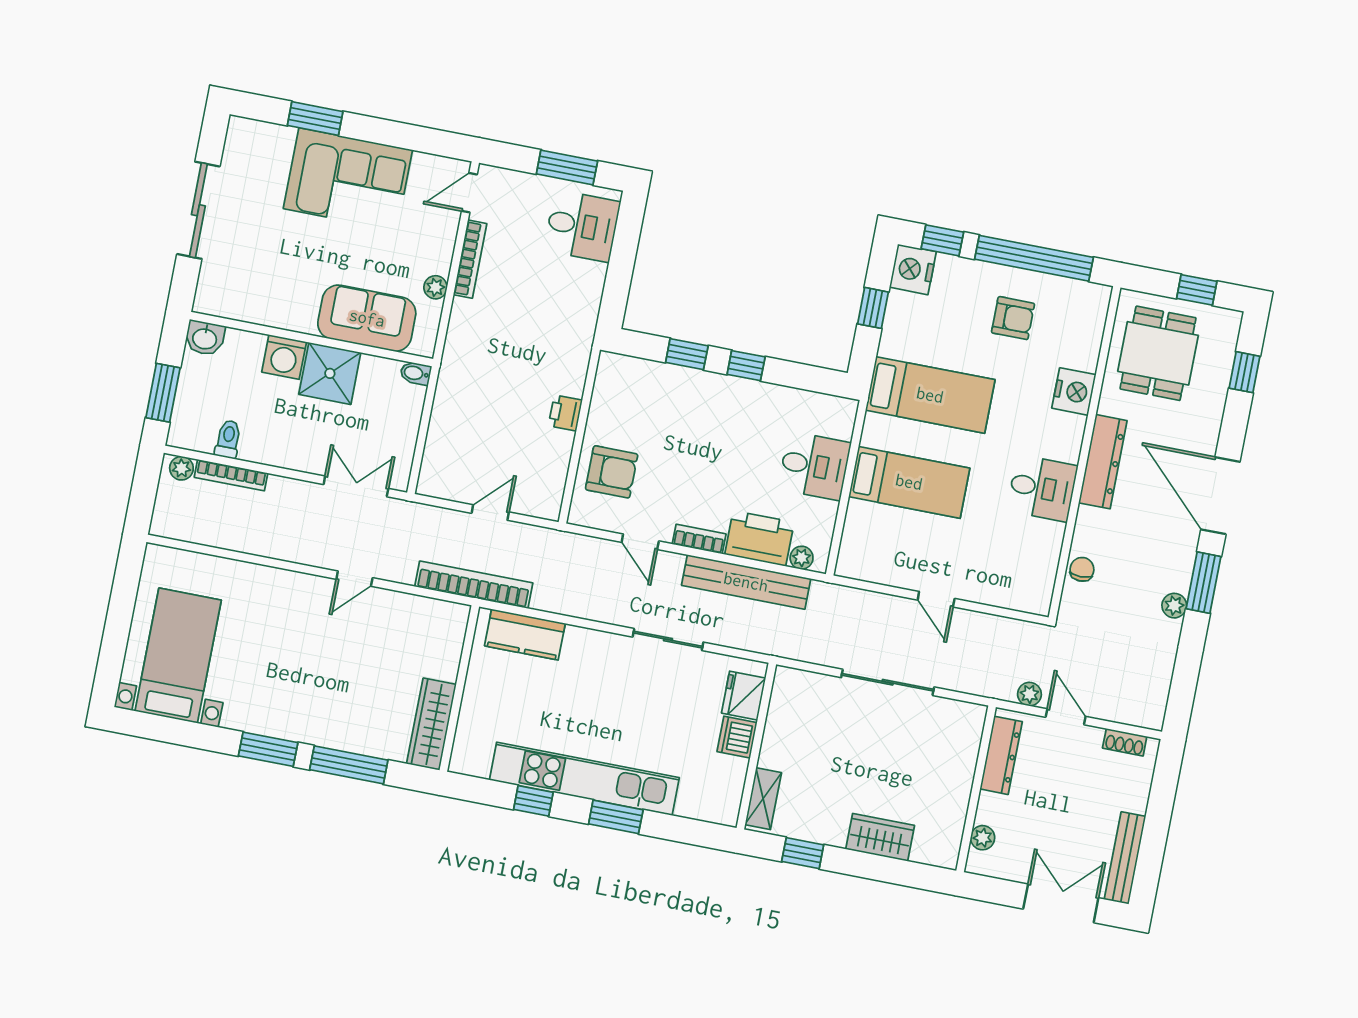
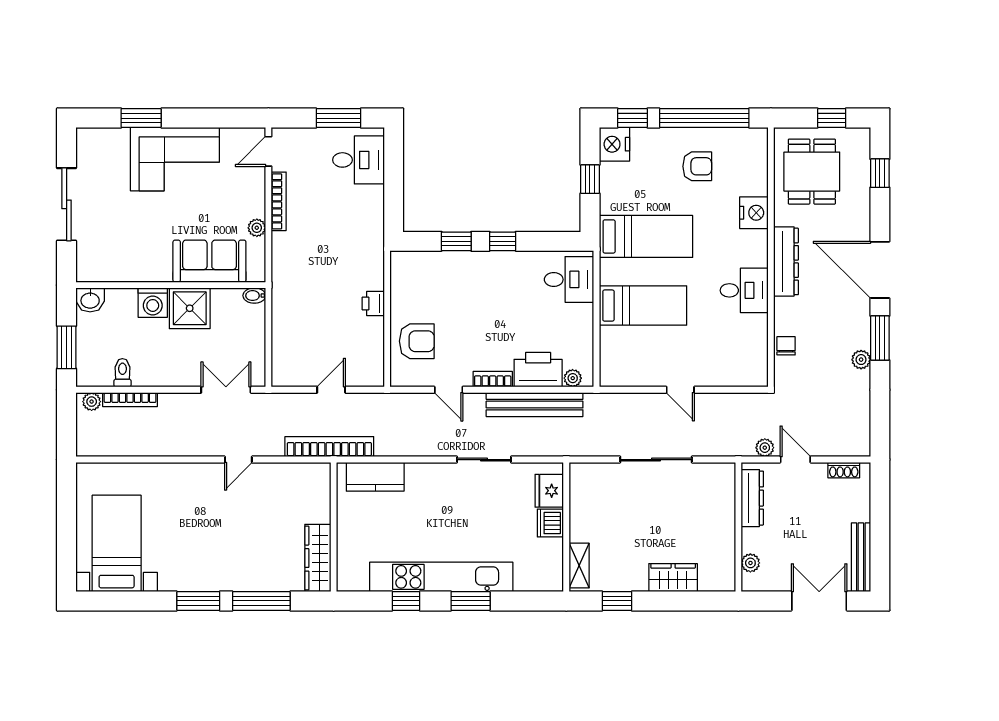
desk: (814, 466) -> (569, 279), moved

